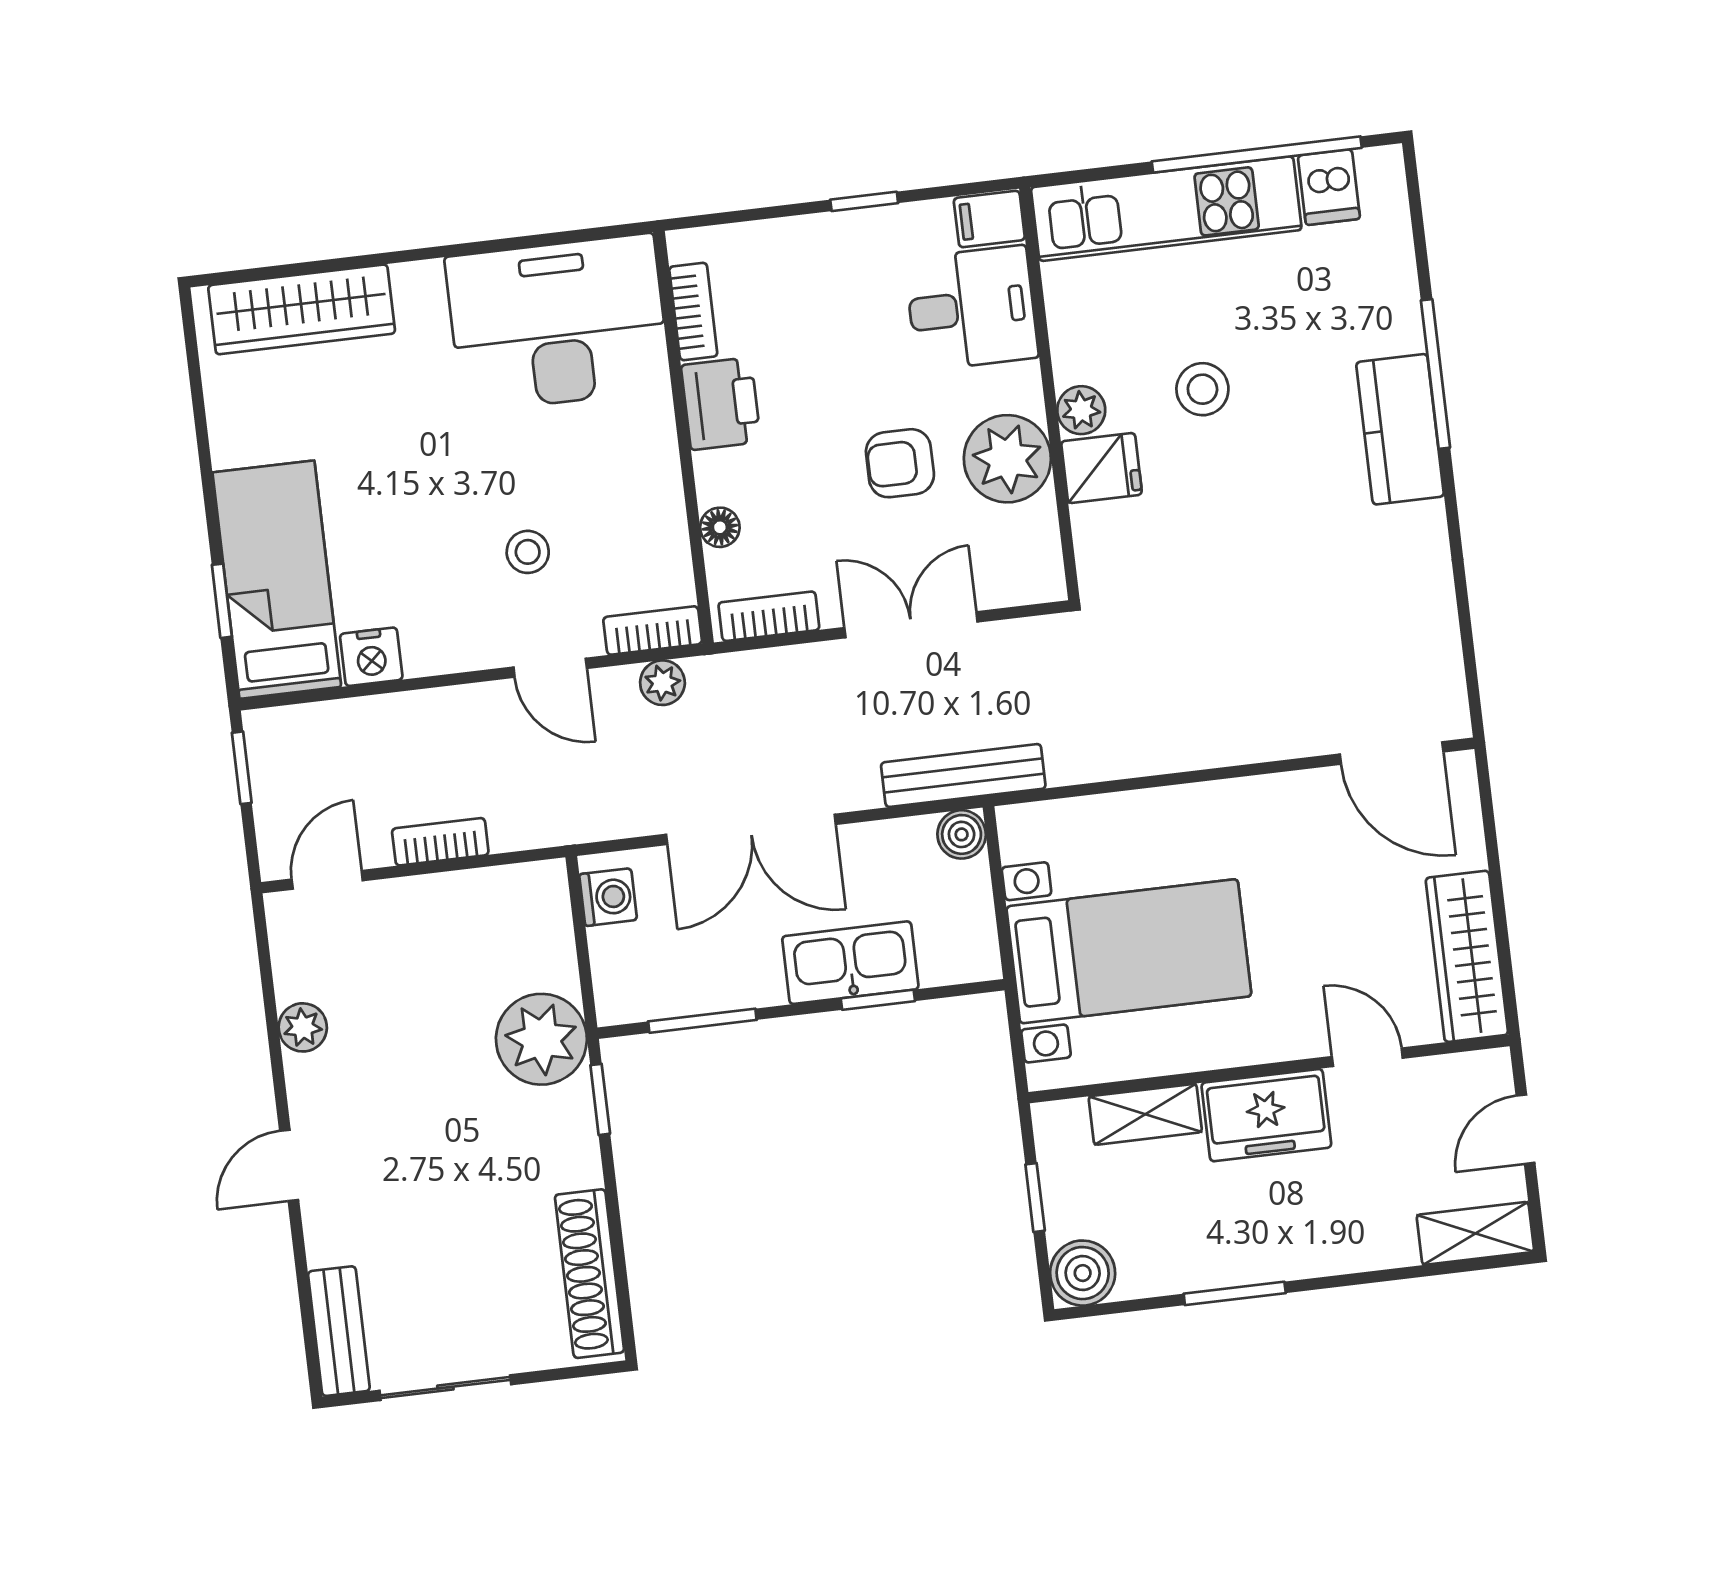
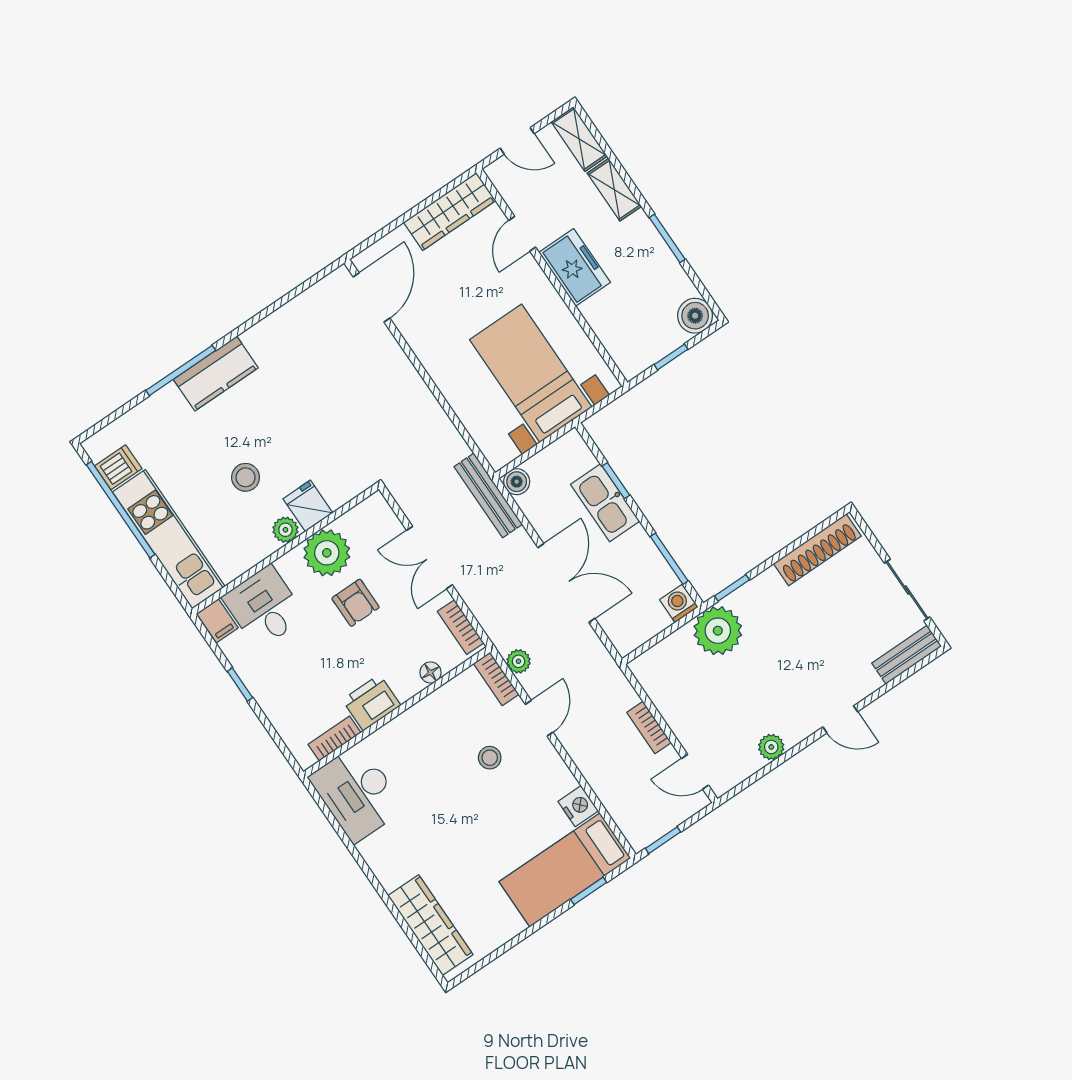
desk: (558, 323) -> (357, 793), width x0.73, depth x0.77
washing machine: (608, 897) -> (679, 603), moved
shelving: (1145, 1114) -> (614, 190), moved

